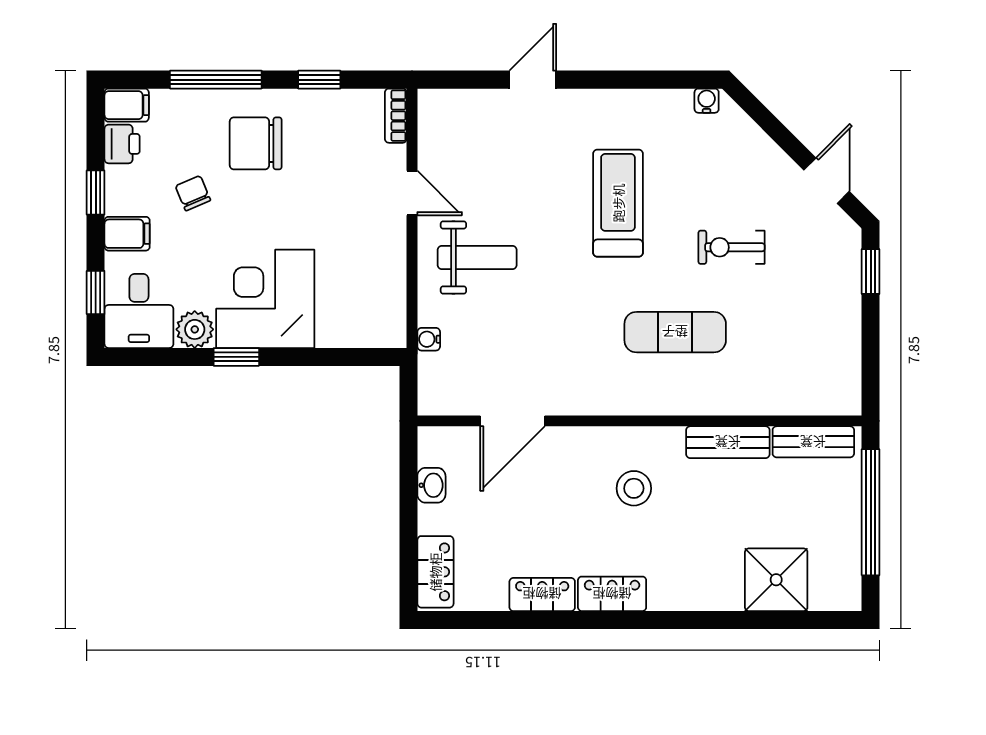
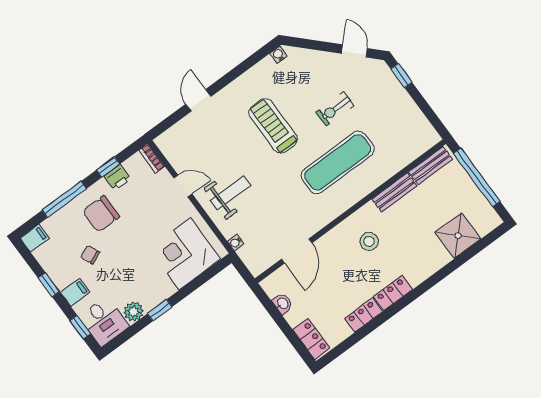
printer: (122, 144) -> (117, 178), moved, turned 90
corner desk: (265, 299) -> (185, 254), moved
exercise mat: (675, 332) -> (338, 162), width x1.36, depth x1.45

